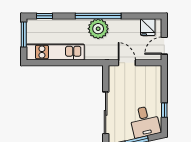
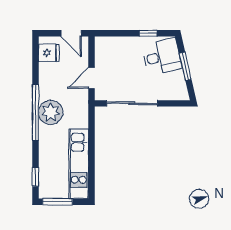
sliding door: (106, 113) -> (132, 103), moved

